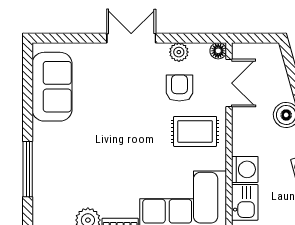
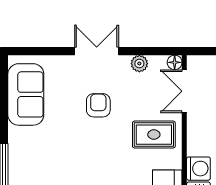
double door: (229, 83) -> (184, 91), swing flipped
armchair: (179, 88) -> (98, 105), moved

